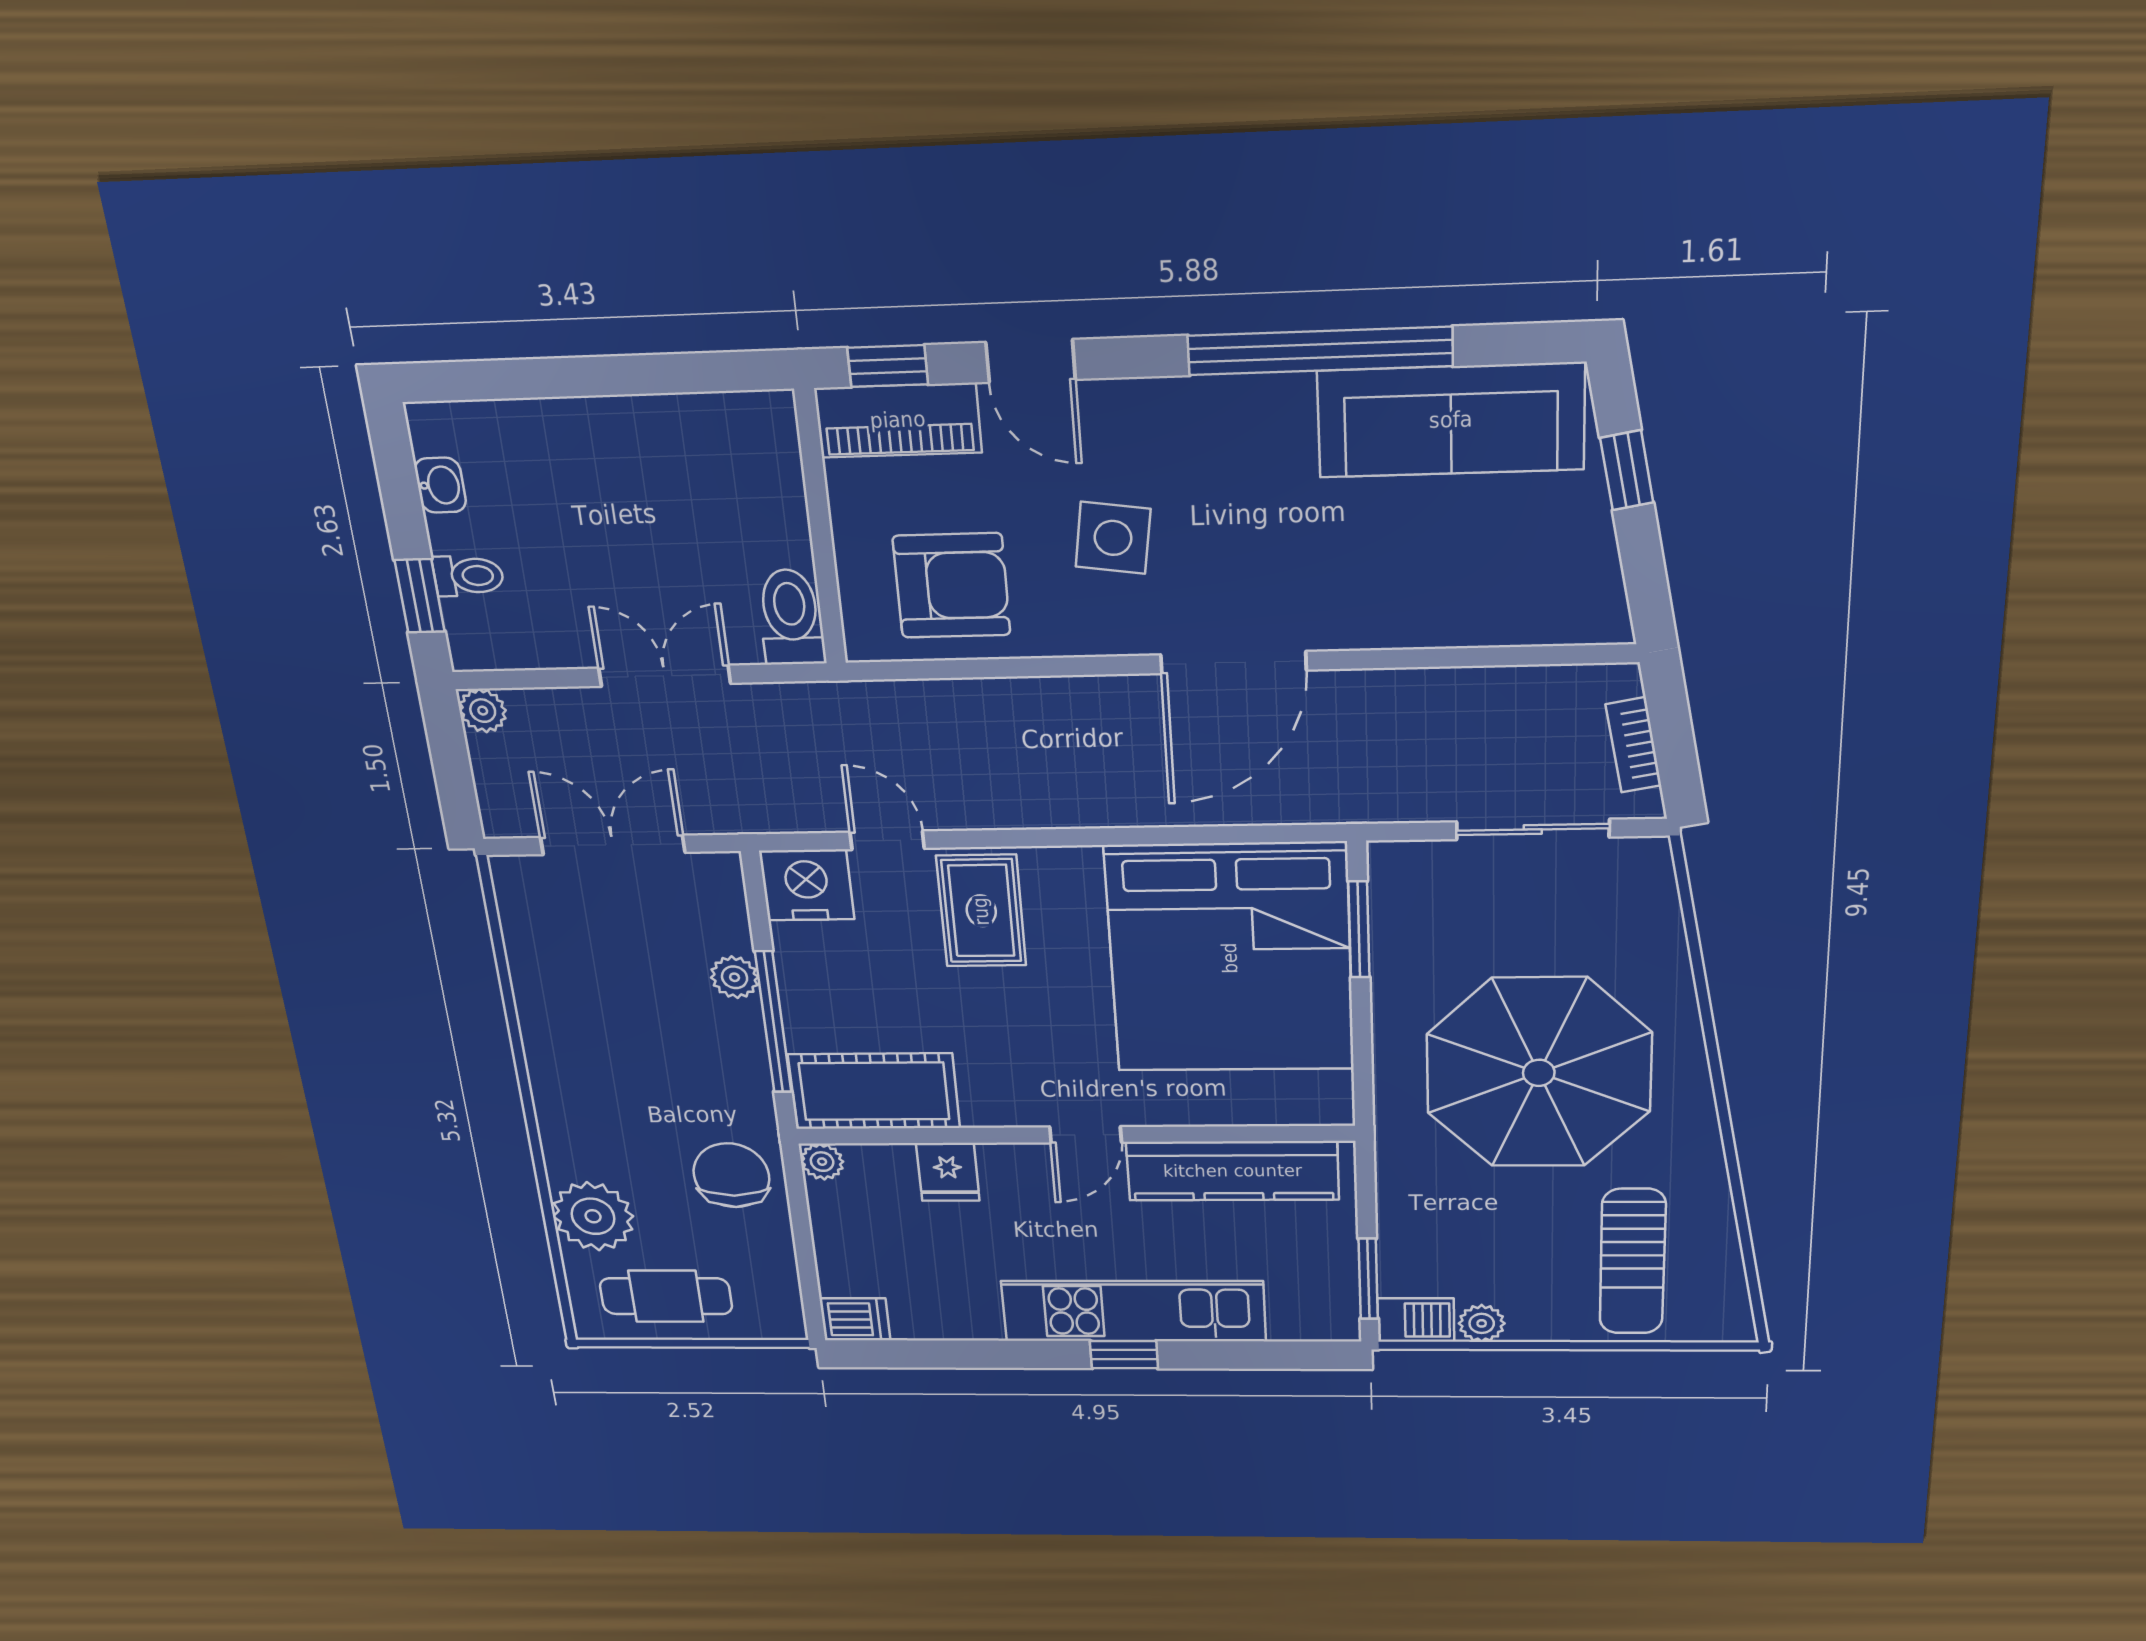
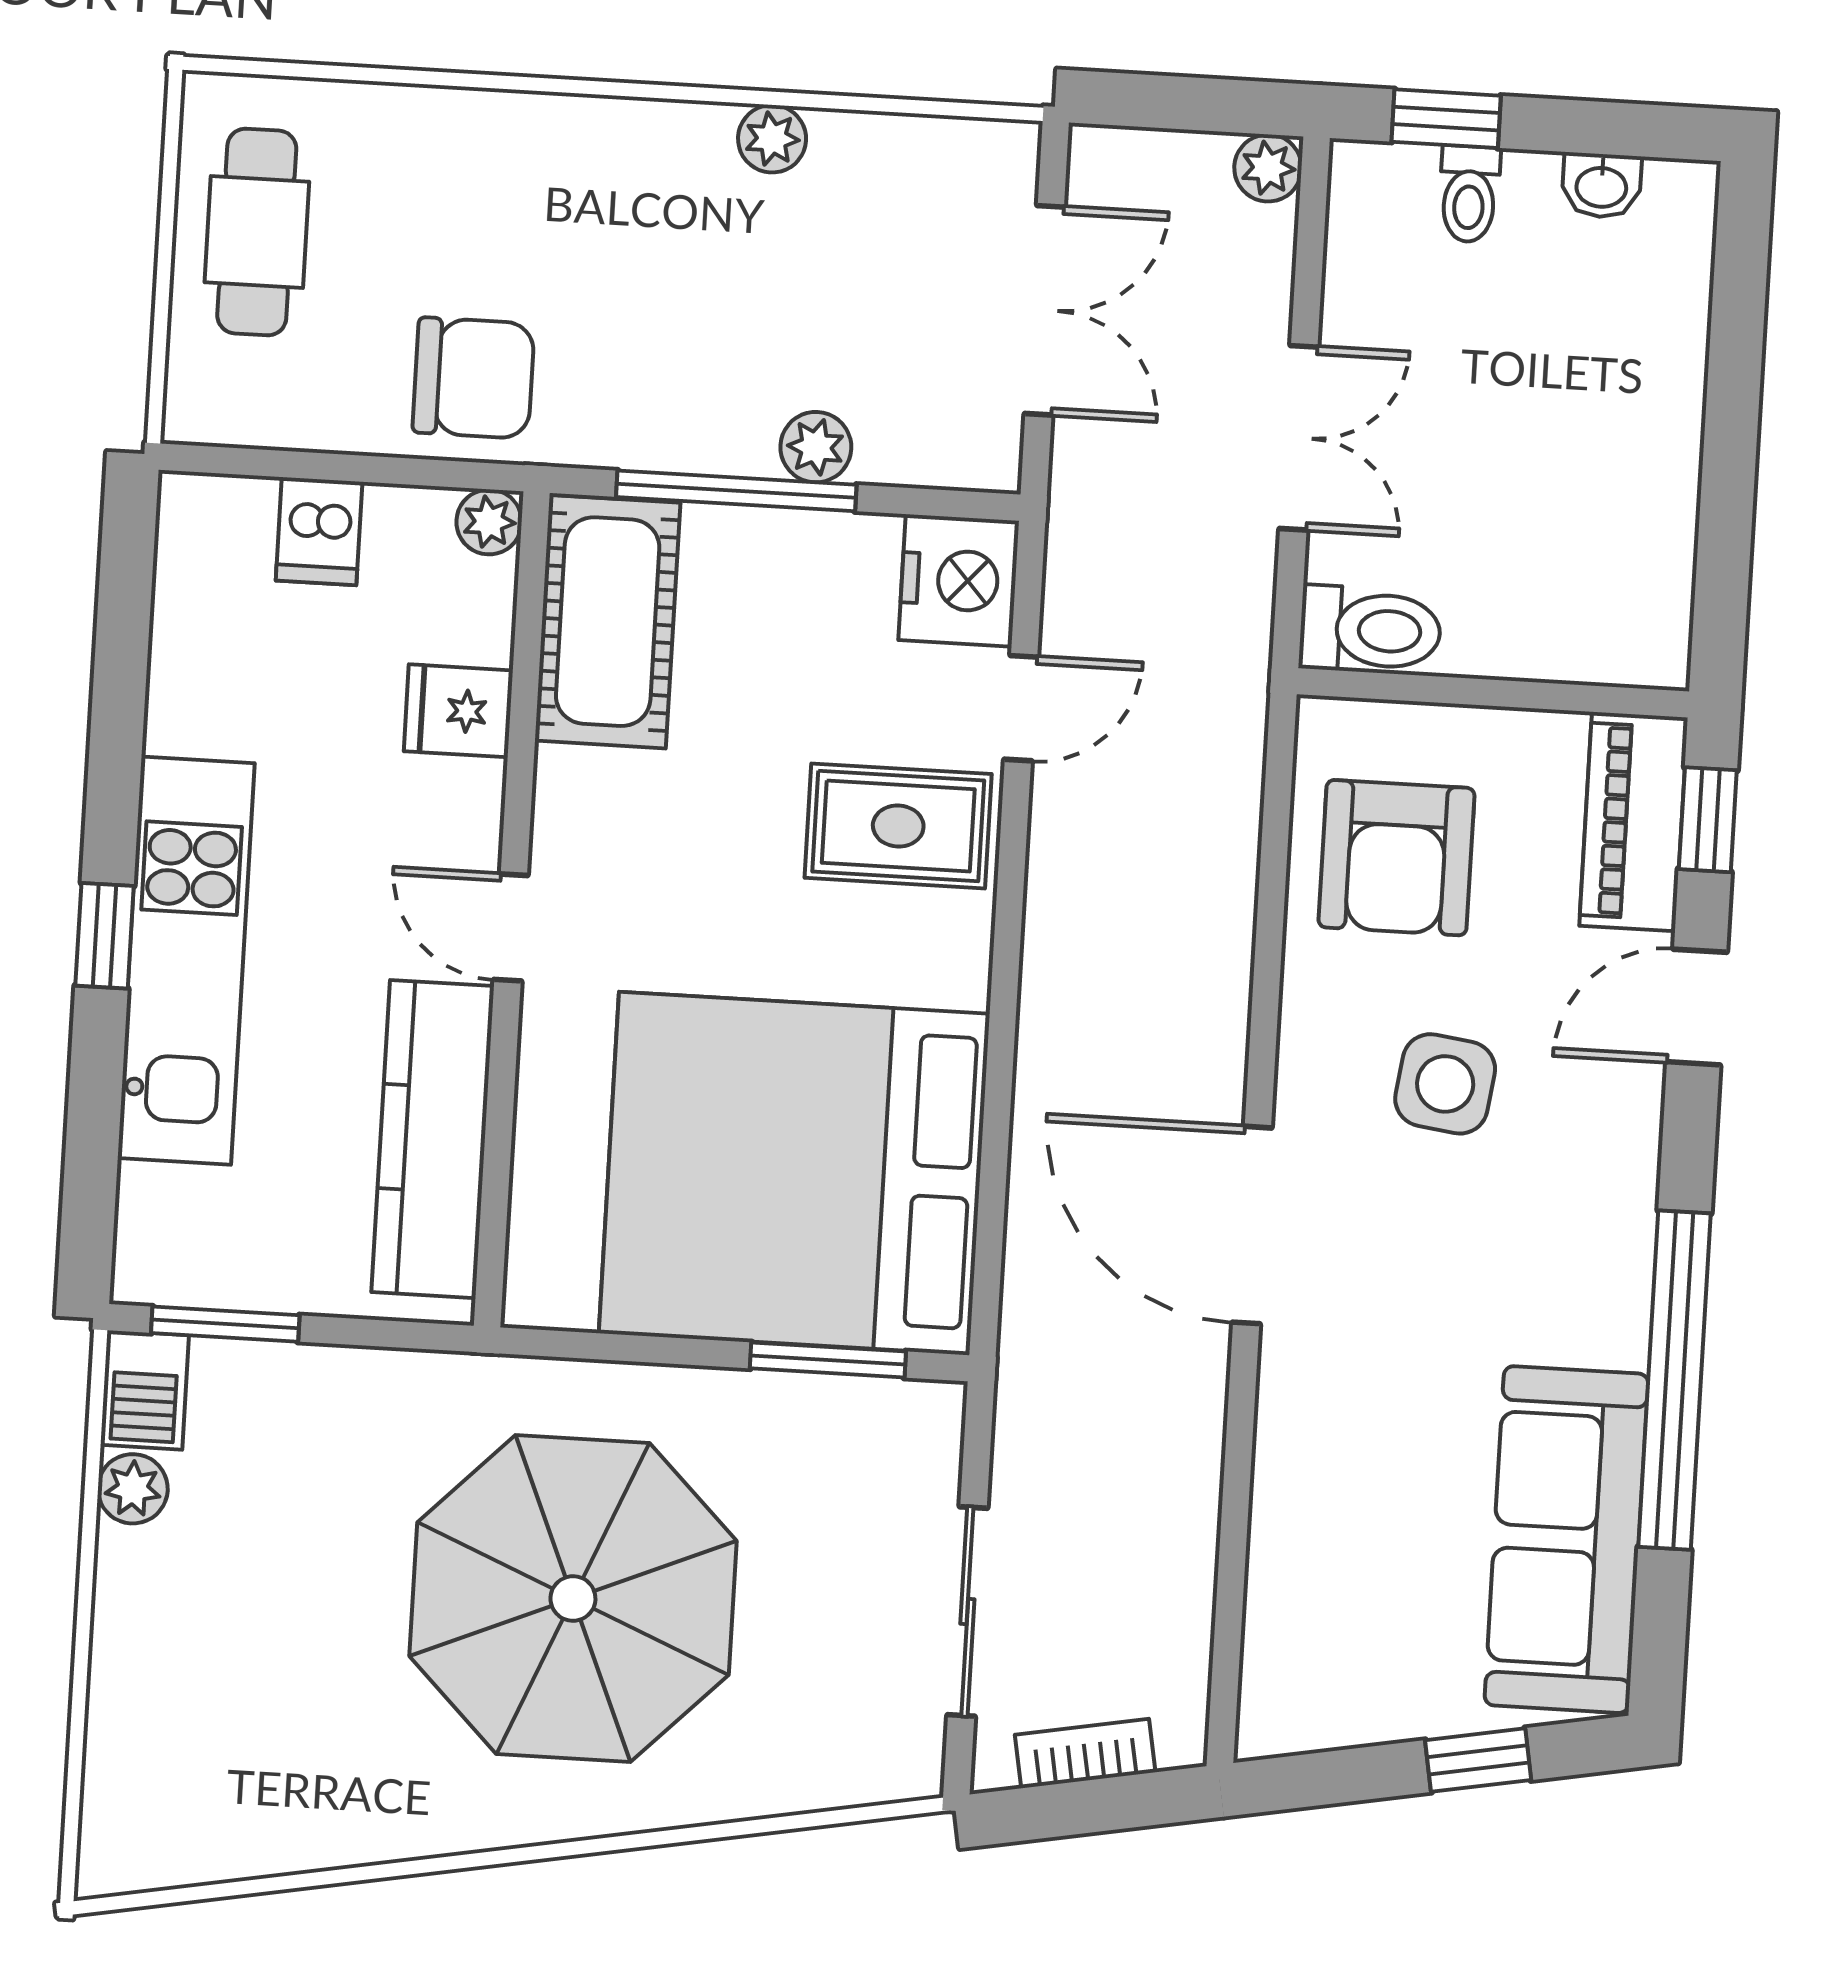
plant: (593, 1216) -> (772, 139), moved, width x0.53, depth x0.53
sun lounger: (1632, 1262) -> (233, 1719), removed
dishwasher: (855, 1319) -> (319, 531), moved

